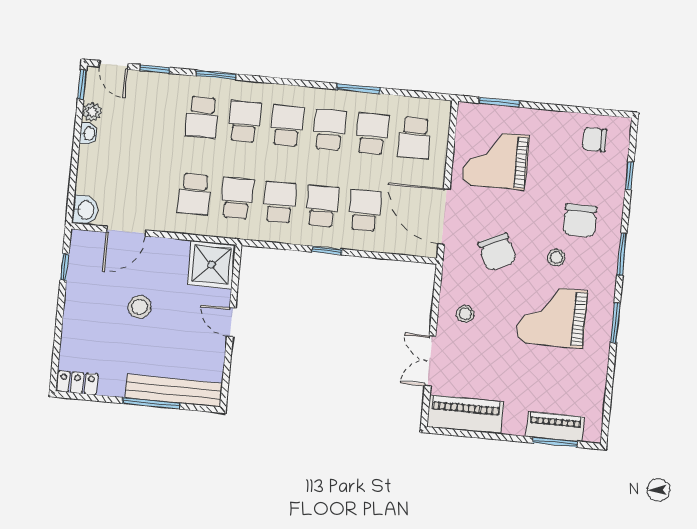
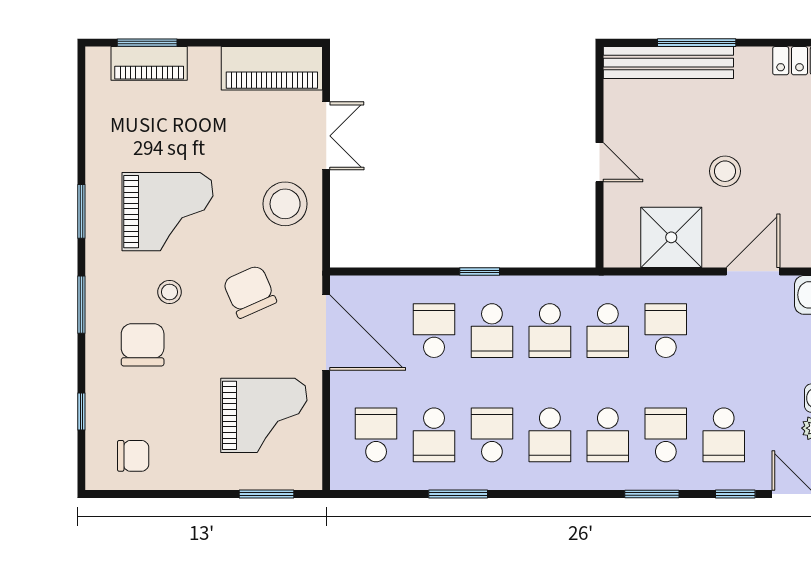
school desk: (159, 113) -> (724, 435), added
school desk: (330, 130) -> (492, 435), turned 180
school desk: (365, 210) -> (434, 331), turned 180
shower: (211, 265) -> (671, 237), moved
stool: (465, 314) -> (285, 204), width x1.89, depth x1.89

